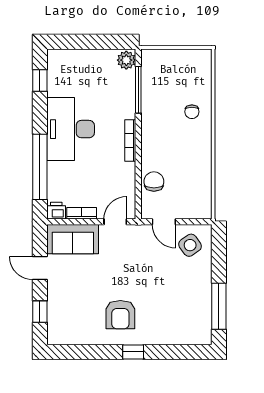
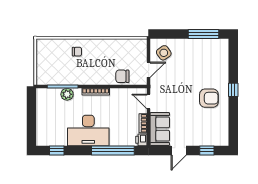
plant: (126, 60) -> (67, 94), moved

